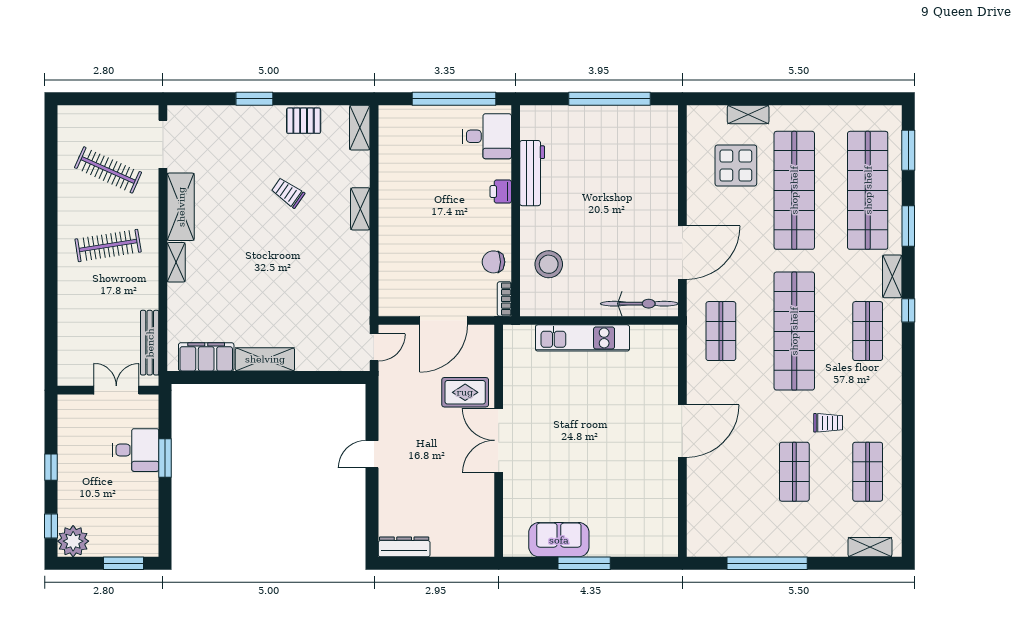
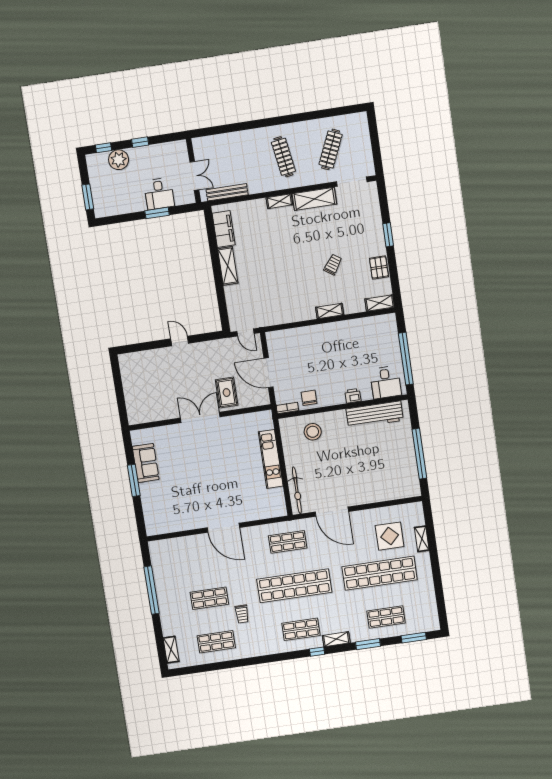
workbench: (532, 173) -> (375, 415), width x1.36, depth x1.32
shop shelf: (868, 190) -> (386, 617), width x0.50, depth x0.74
plant: (73, 541) -> (119, 160), moved
dresser: (404, 547) -> (126, 369), removed

